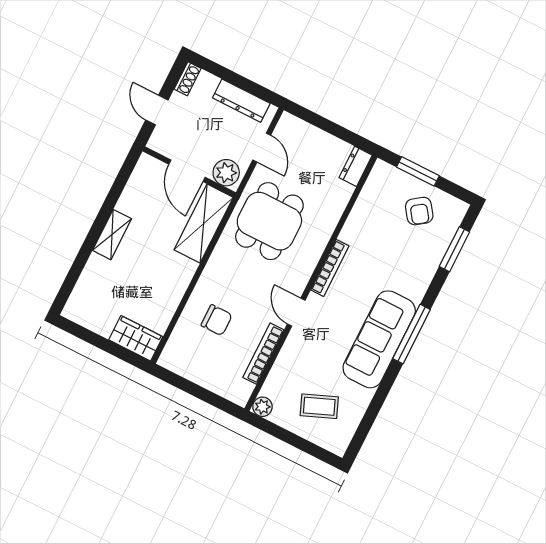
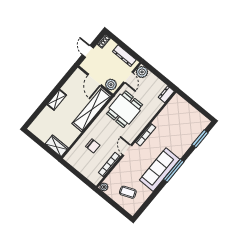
plant: (290, 128) -> (142, 72), added
window: (418, 171) -> (192, 102), removed
armchair: (419, 211) -> (189, 119), removed
shelving: (204, 224) -> (92, 110), width x1.47

